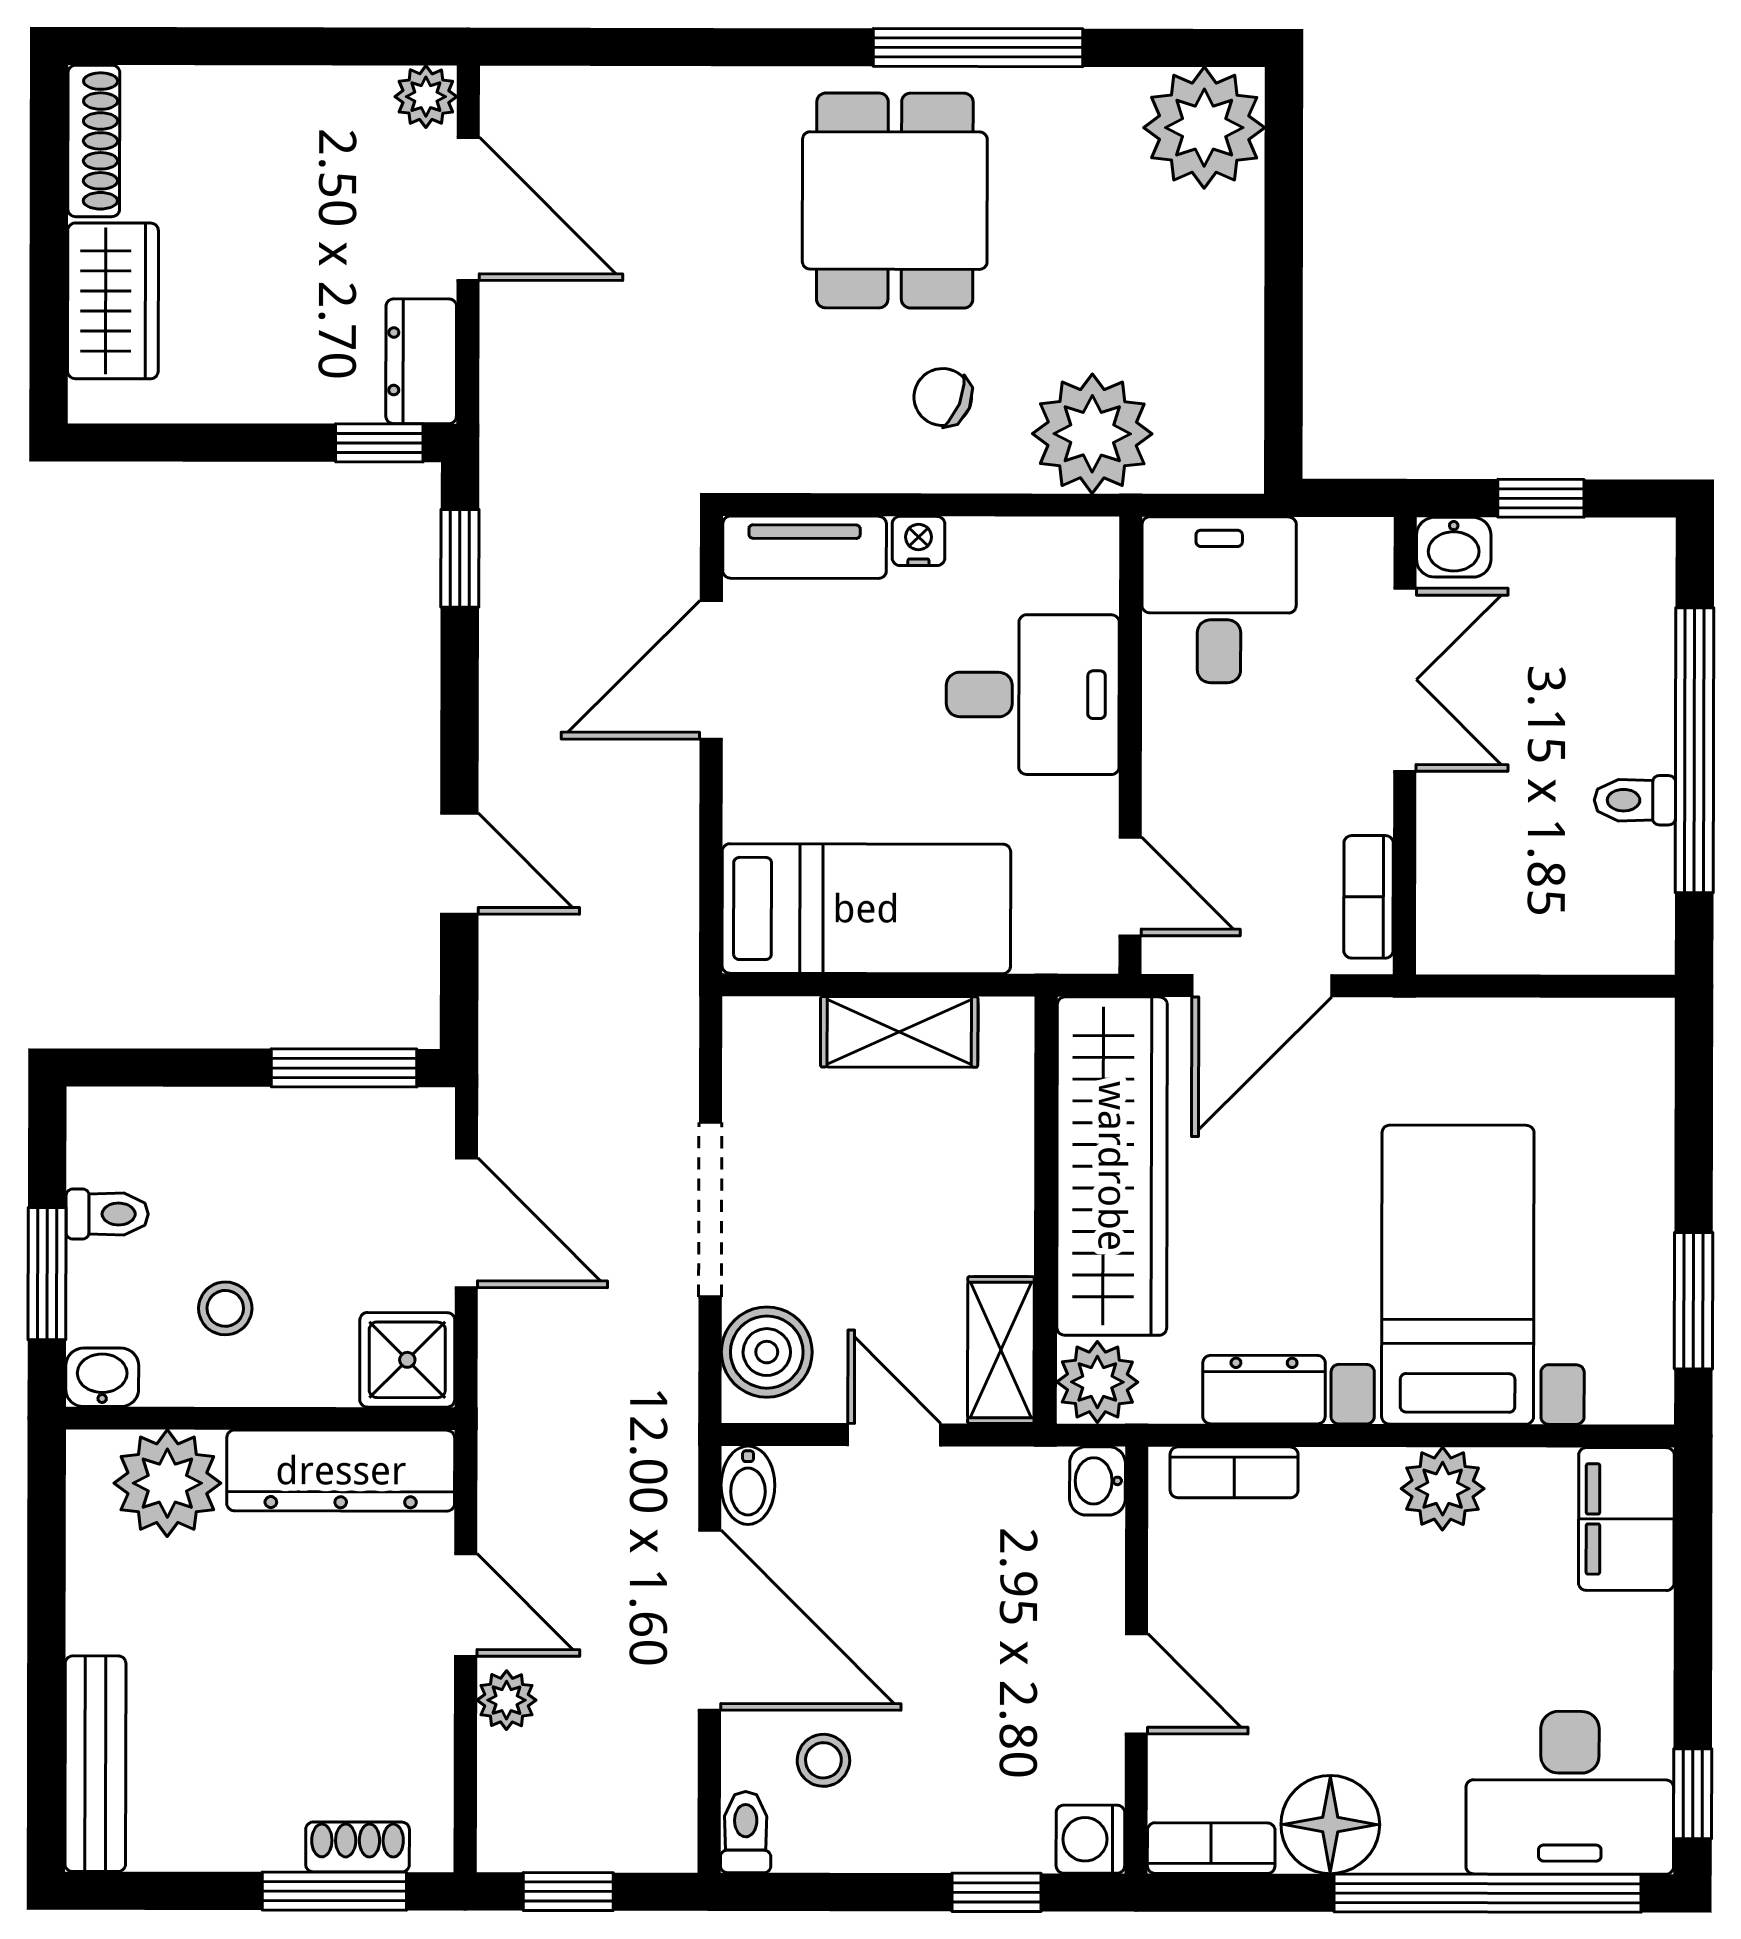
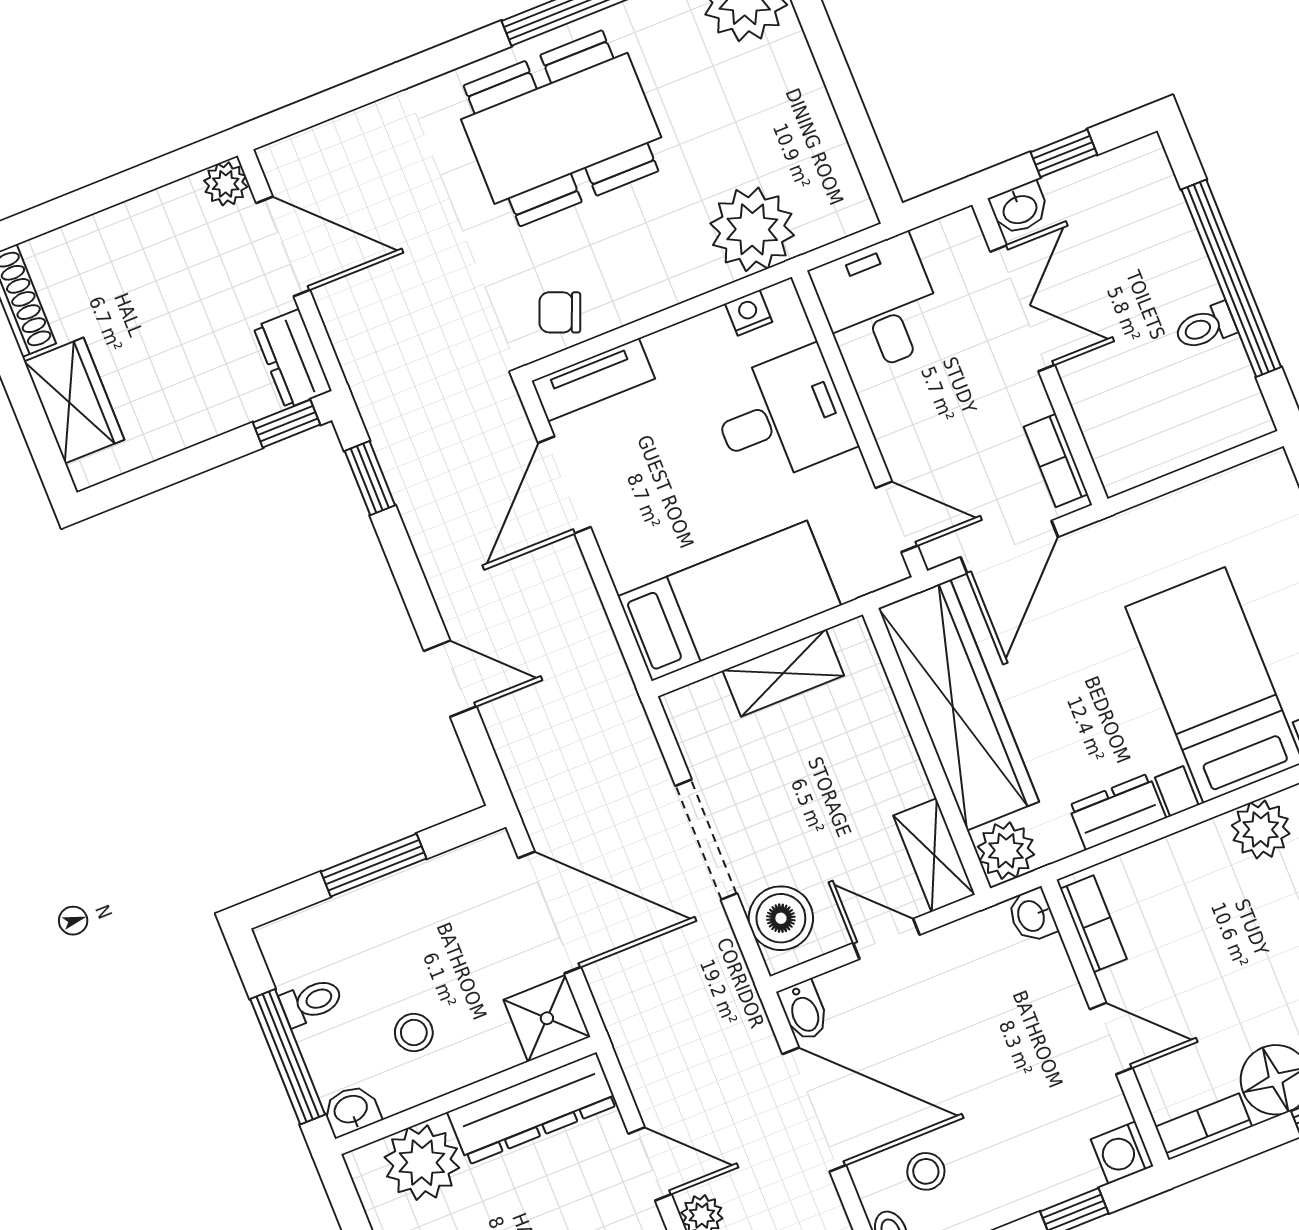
dining table: (895, 201) -> (561, 128), width x1.38
chair: (943, 397) -> (560, 312), moved
nightstand: (919, 541) -> (749, 313), moved
window: (344, 1068) -> (374, 865), moved
door: (466, 1223) -> (549, 913), width x1.36
window: (47, 1274) -> (288, 1057), width x1.44
bookcase: (1234, 1472) -> (1093, 924), moved, turned -90

